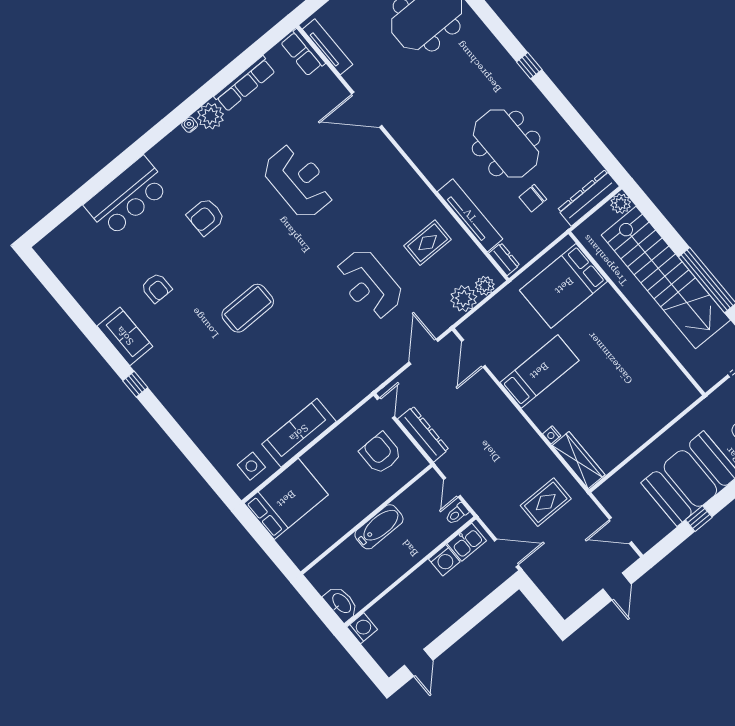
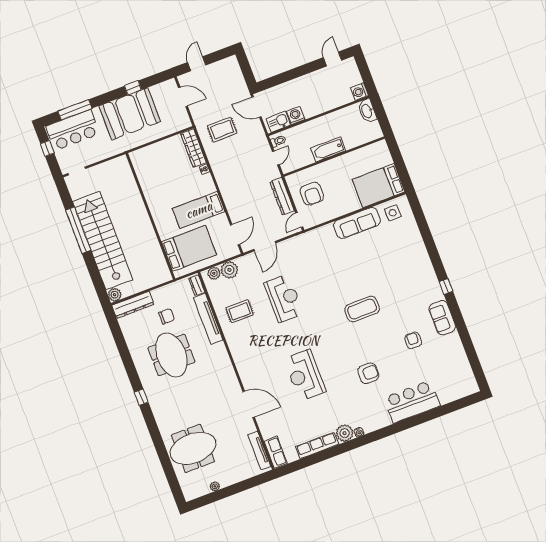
bed: (564, 286) -> (189, 248), moved
wall: (637, 313) -> (150, 216), moved

